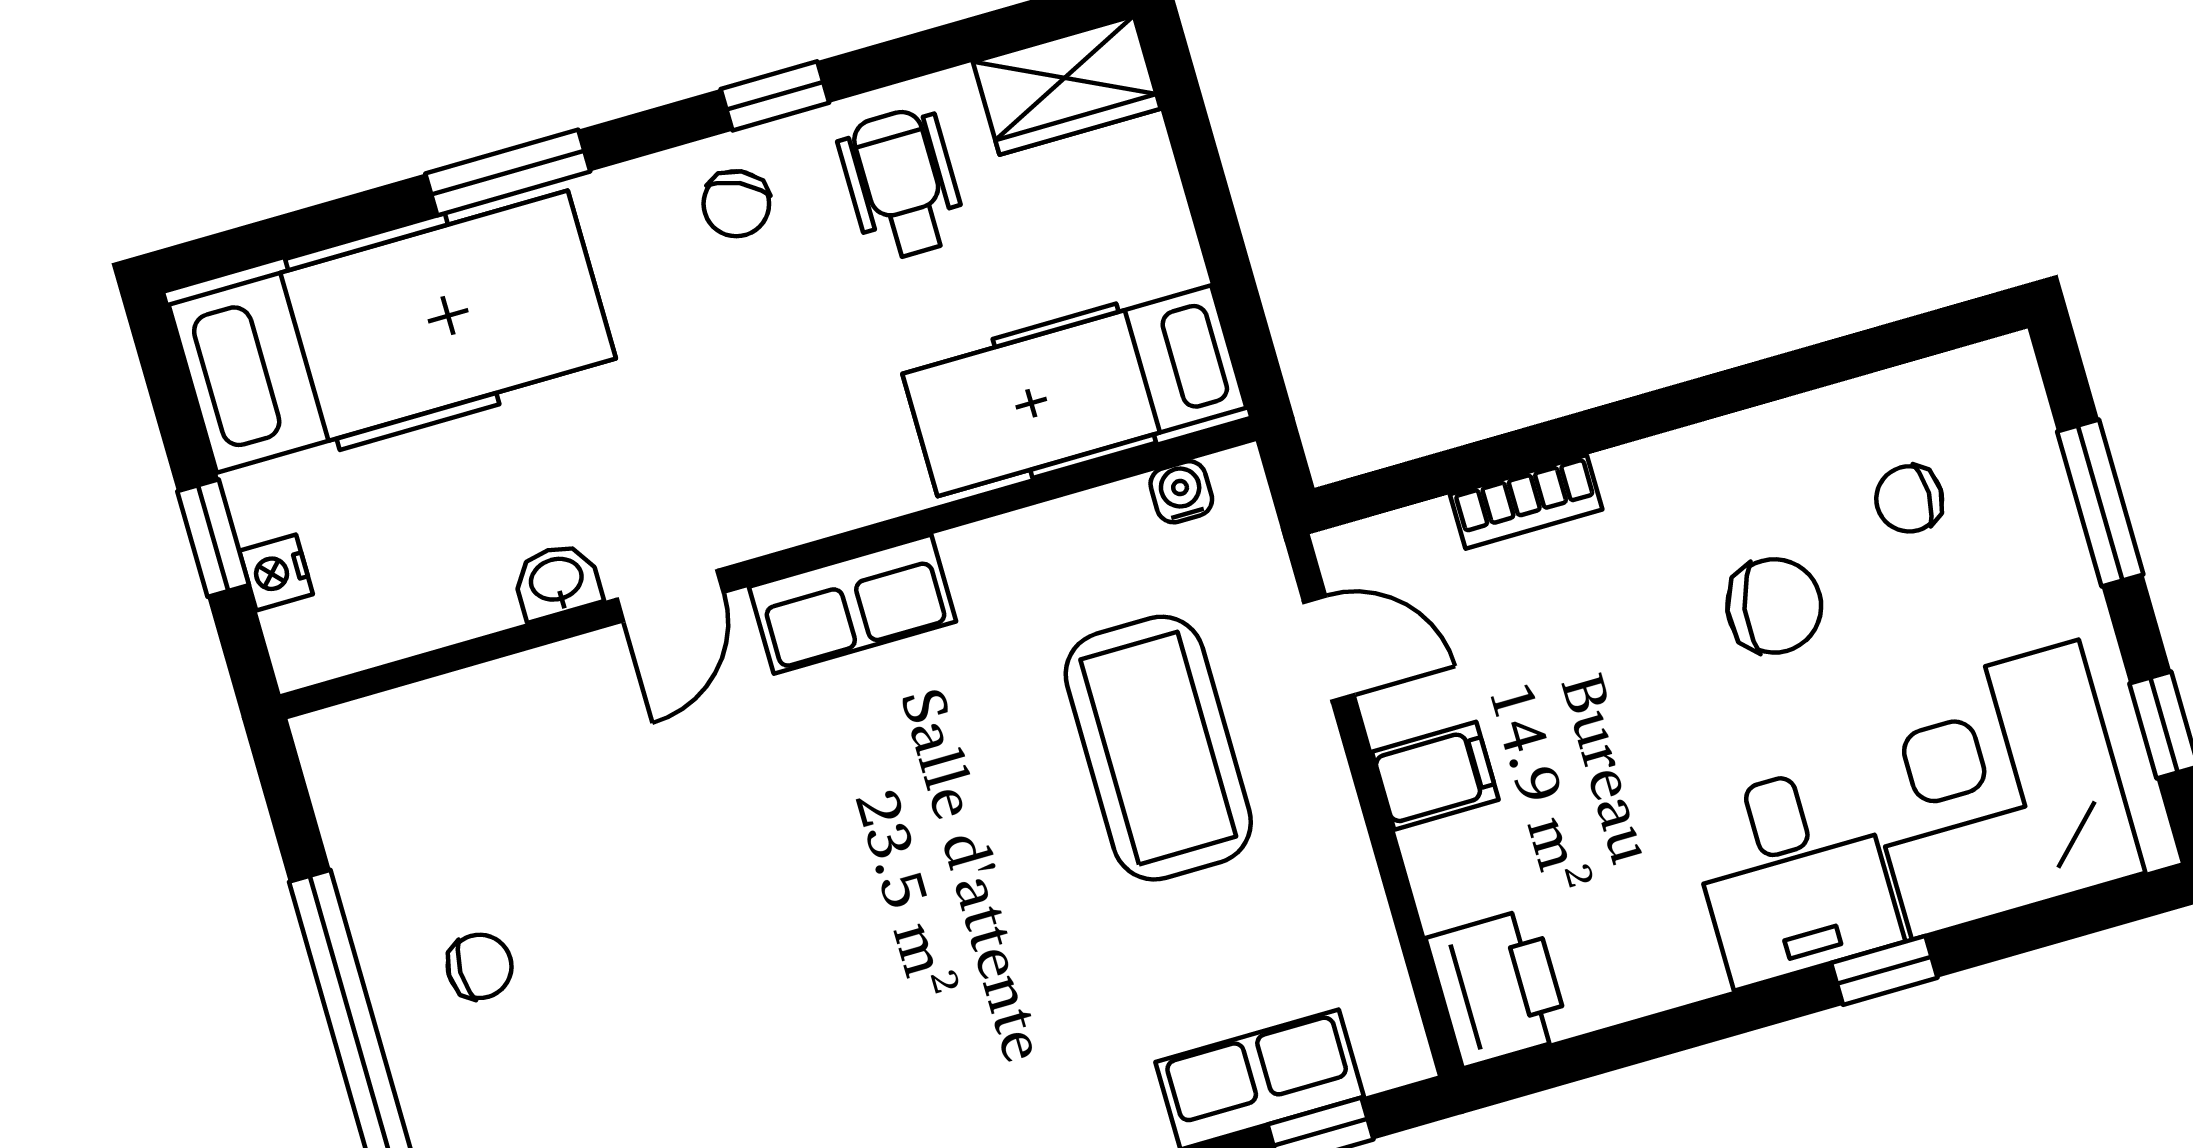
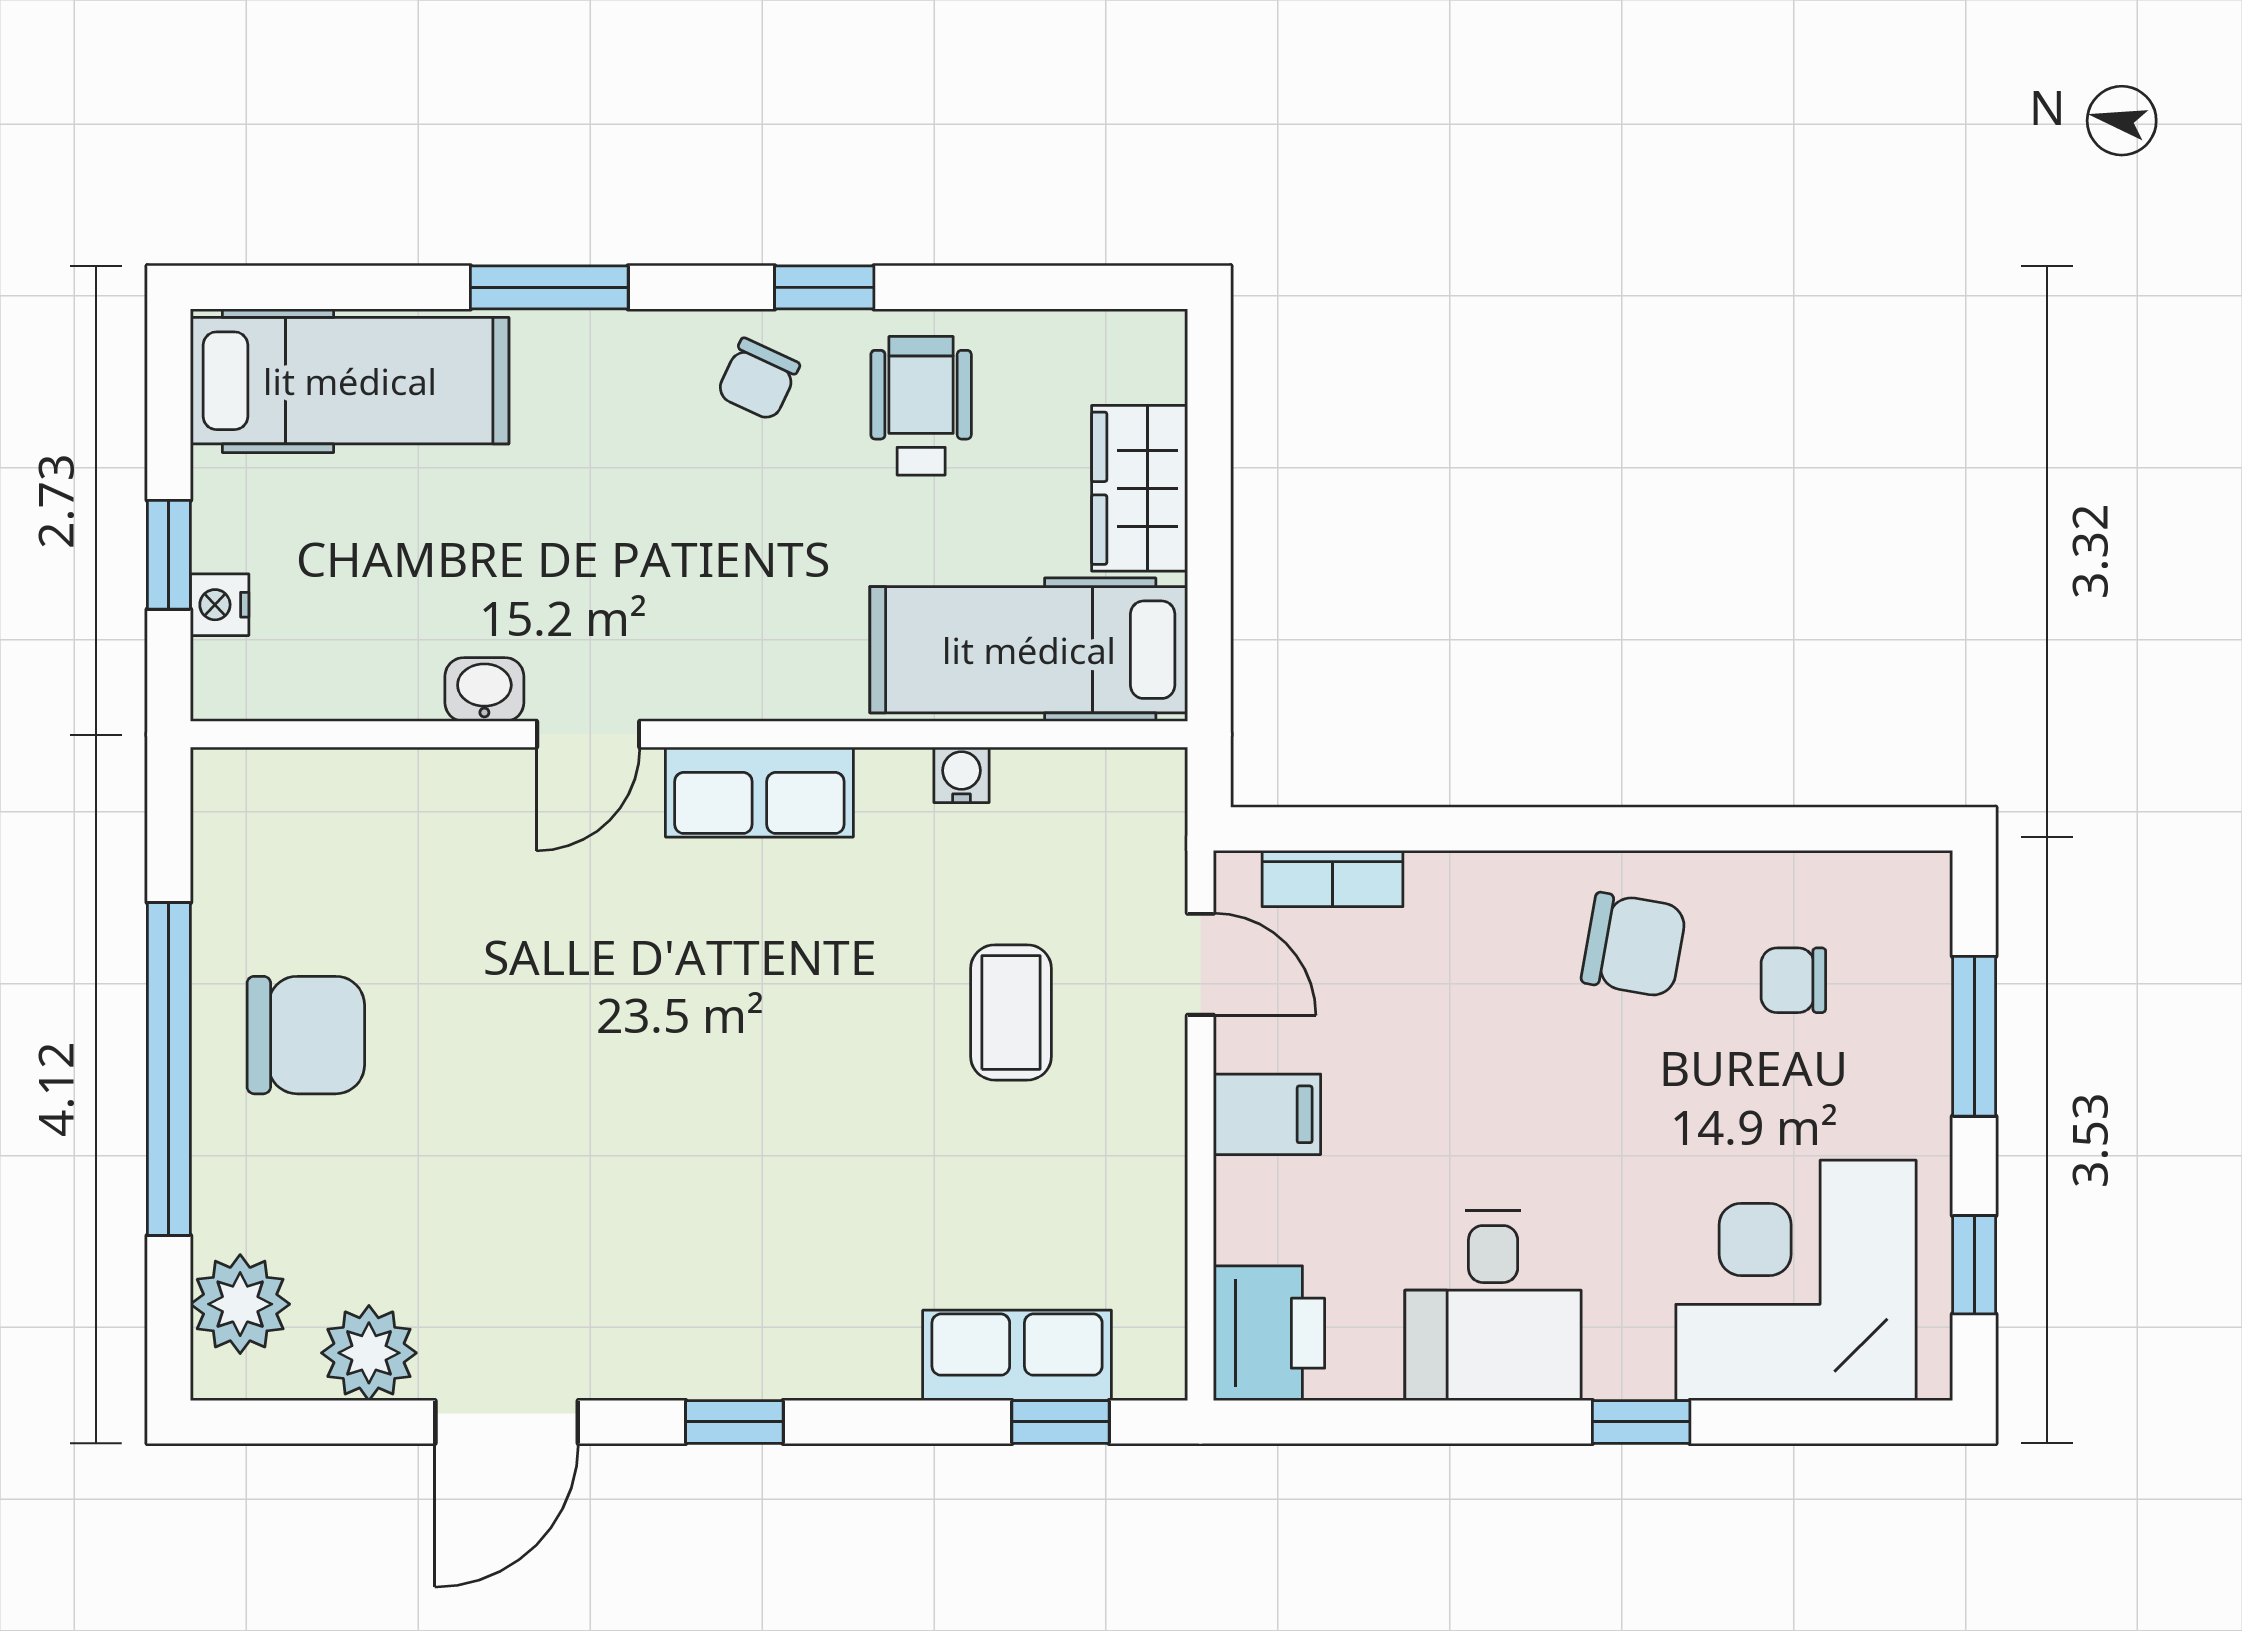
wardrobe: (1067, 85) -> (1140, 488), moved, turned 90
hospital bed: (392, 332) -> (350, 381), width x0.73, depth x0.78
water cooler: (1181, 492) -> (961, 775), moved
bookcase: (1526, 502) -> (1333, 879), moved
chair: (1774, 606) -> (1634, 945), moved
coffee table: (1158, 748) -> (1011, 1012), width x0.54, depth x0.58
desk: (1793, 874) -> (1493, 1305), moved
chair: (480, 966) -> (306, 1035), width x1.87, depth x1.87

